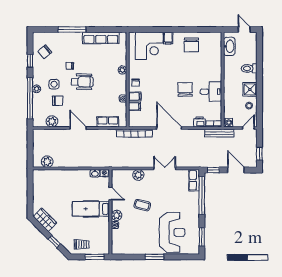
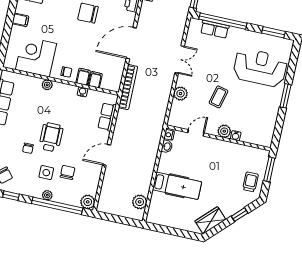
corner desk: (149, 46) -> (36, 57), moved, turned -90
plant: (52, 121) -> (88, 202), moved
double door: (165, 168) -> (180, 59), swing flipped
row of seats: (194, 180) -> (215, 29), moved
hospital bed: (91, 209) -> (177, 186), moved, turned -90

